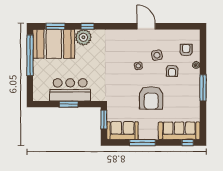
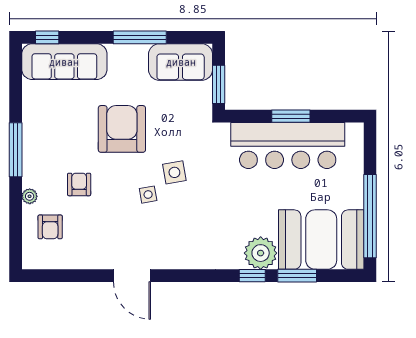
window: (55, 26) -> (297, 276), moved
side table: (157, 55) -> (174, 172), moved
bar counter: (70, 90) -> (288, 145), width x1.36

